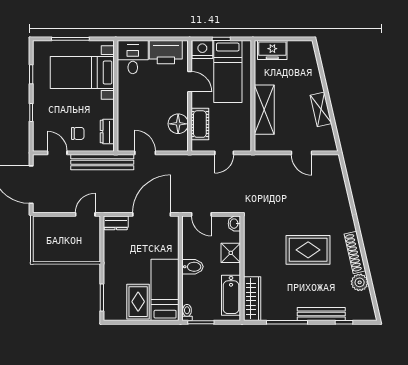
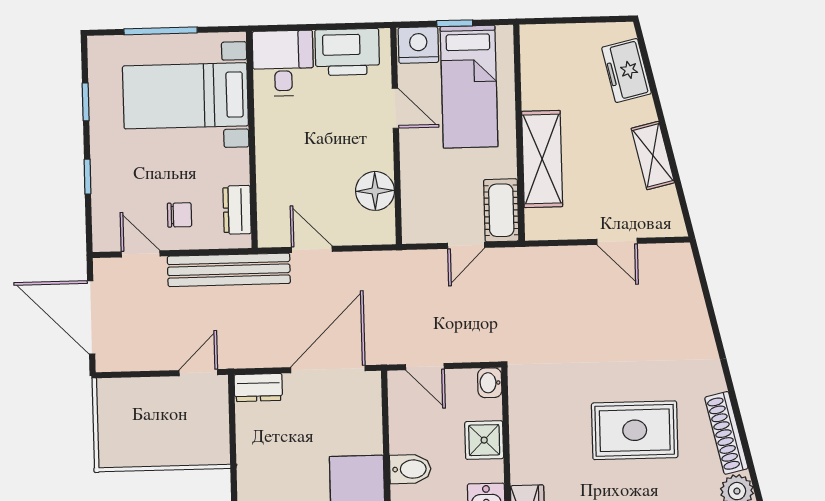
freezer: (272, 50) -> (626, 71), moved, turned 77
cot: (200, 124) -> (501, 210), moved

